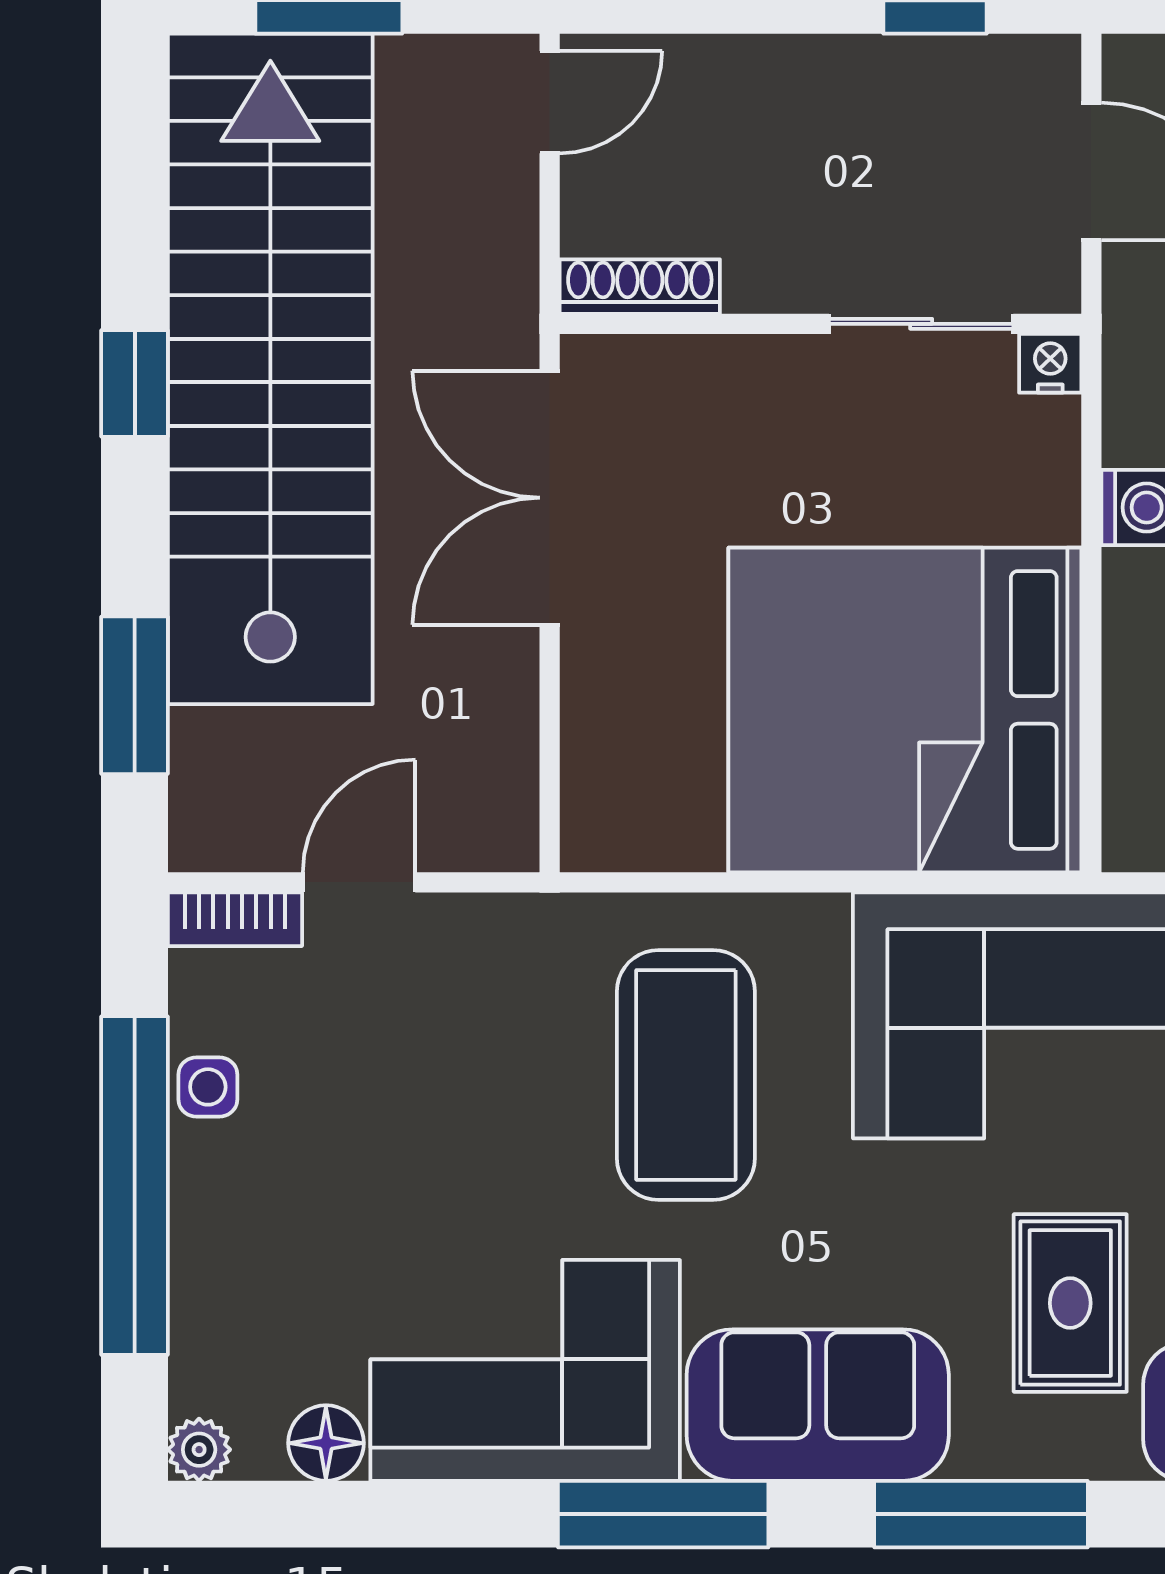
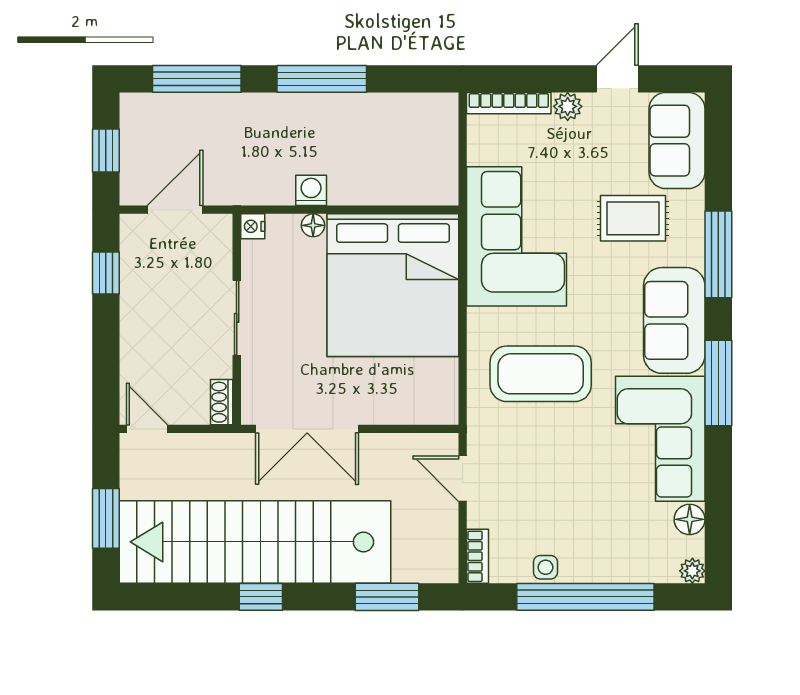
shoe rack: (640, 287) -> (222, 402), width x0.70
sliding door: (921, 324) -> (237, 318), moved
floor lamp: (1053, 512) -> (313, 225), added
door: (359, 882) -> (463, 479), moved

